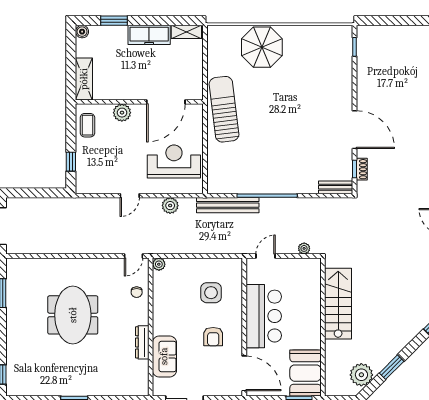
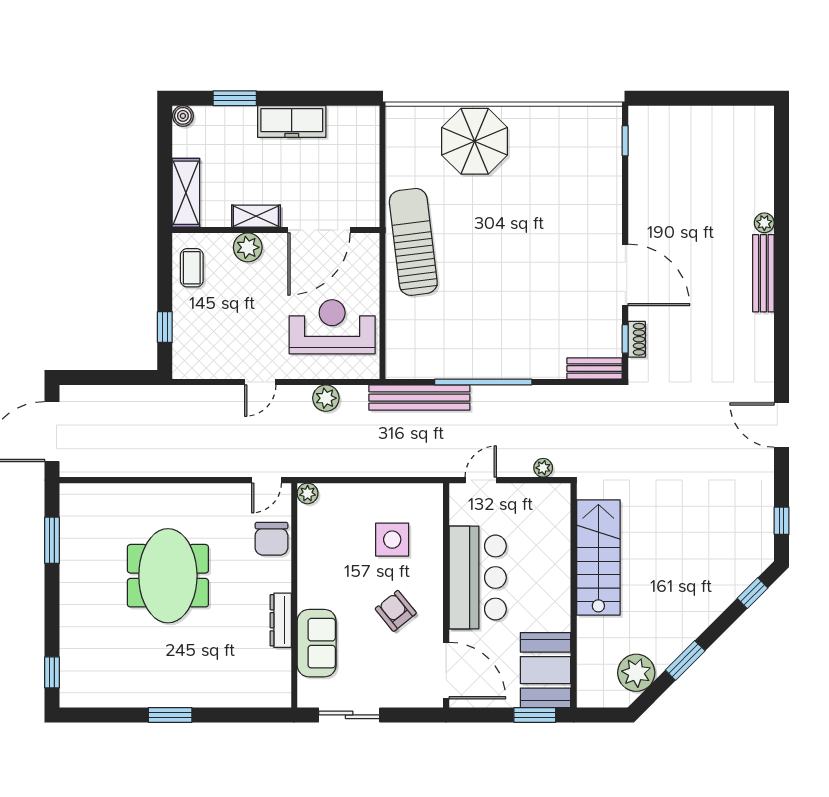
shelving: (186, 32) -> (256, 216), moved
chair: (137, 292) -> (271, 539), width x1.87, depth x1.87
armchair: (213, 337) -> (396, 611), turned 141

